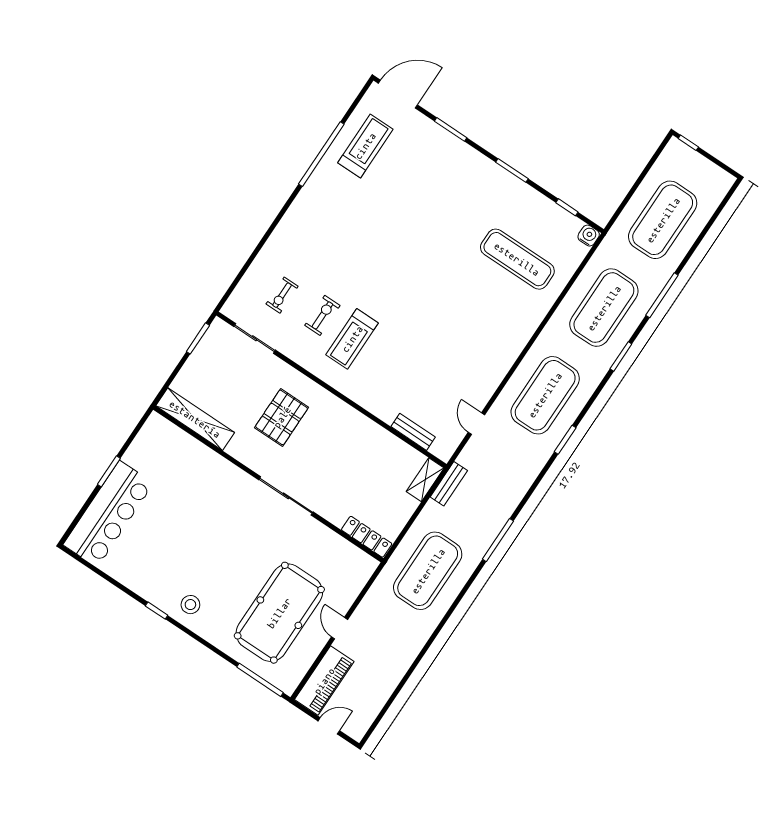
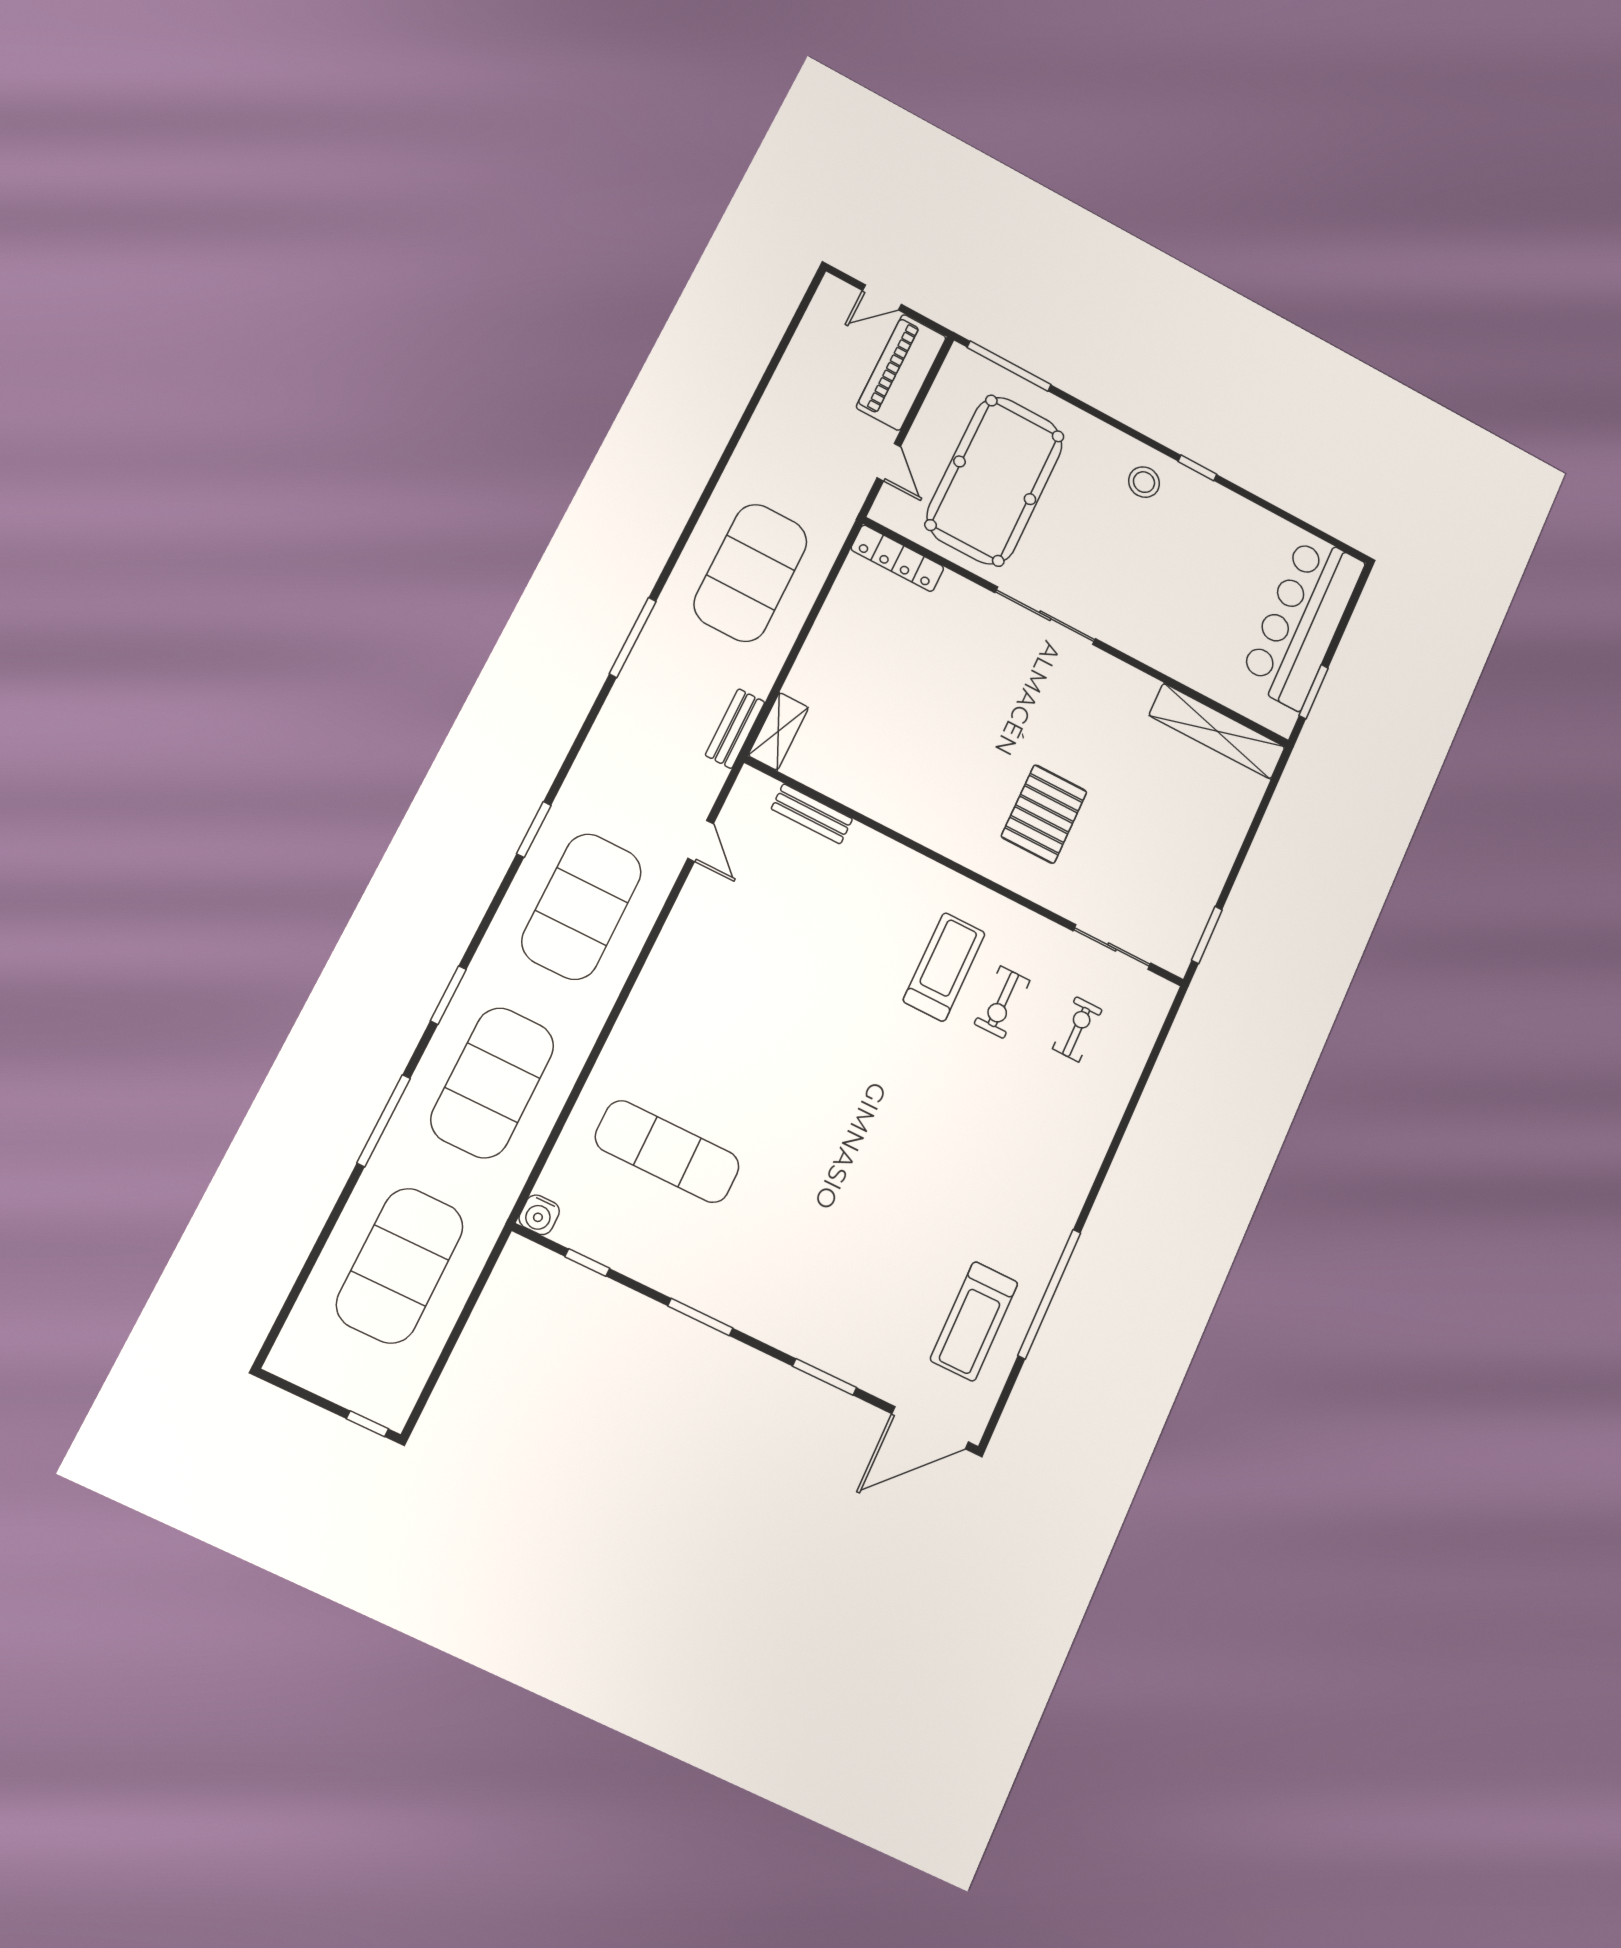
shelving: (195, 419) -> (1217, 731), moved
wall: (268, 484) -> (1078, 633), moved
sliding door: (286, 496) -> (1045, 616), moved
locker: (367, 537) -> (897, 558), moved

